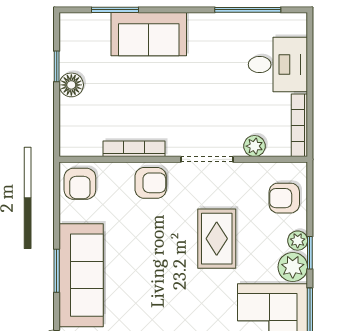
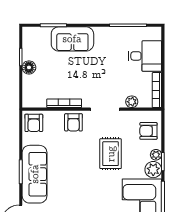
armchair: (151, 183) -> (73, 122), turned 90

